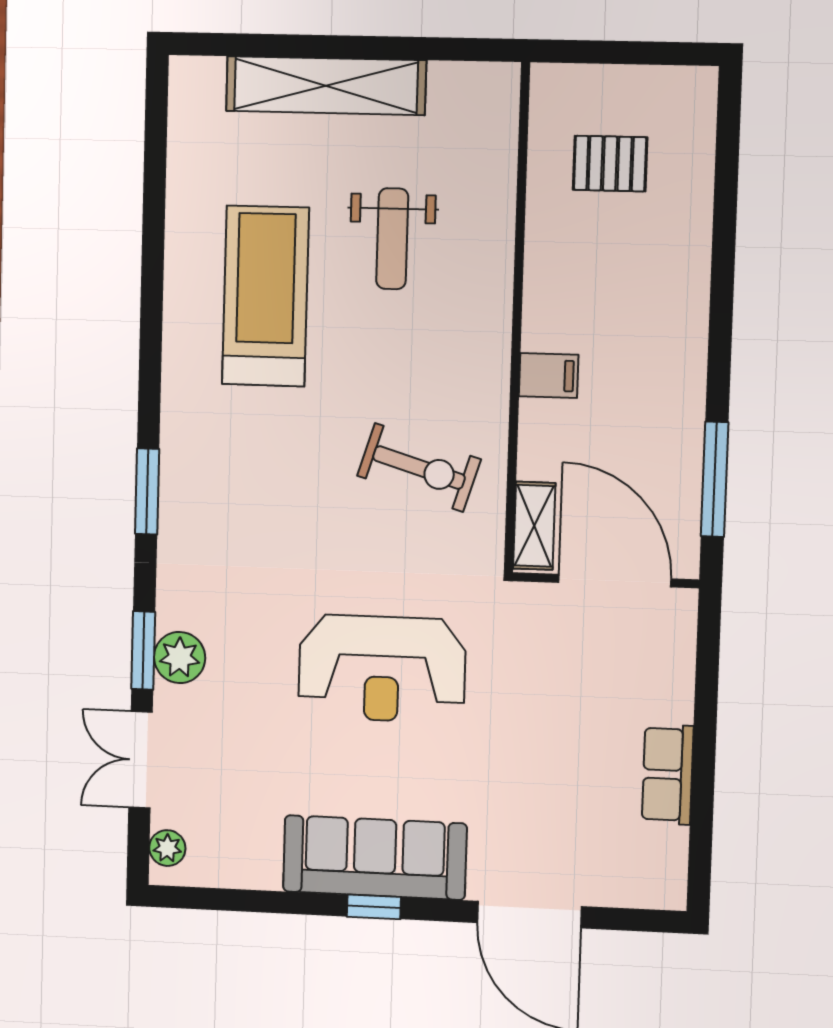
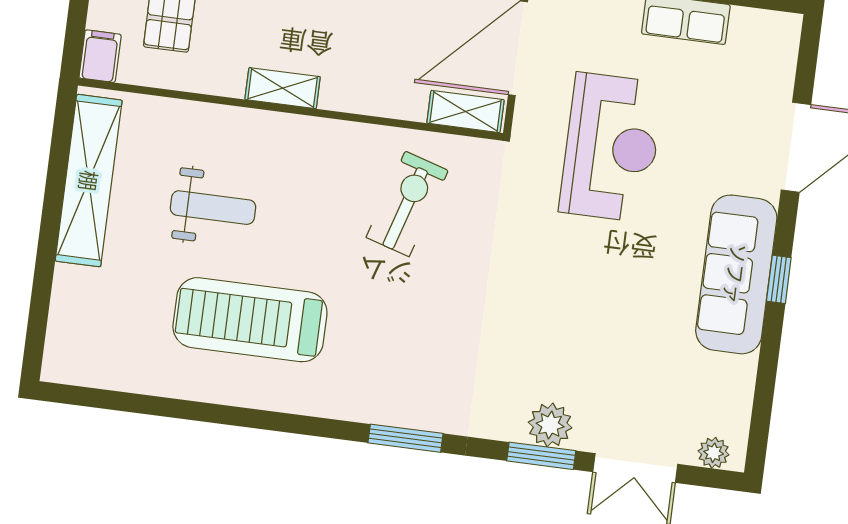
shelving: (326, 86) -> (89, 181), moved
shelving: (541, 307) -> (283, 88), added
filing cabinet: (549, 375) -> (100, 56), moved
reception desk: (382, 669) -> (611, 147), moved

